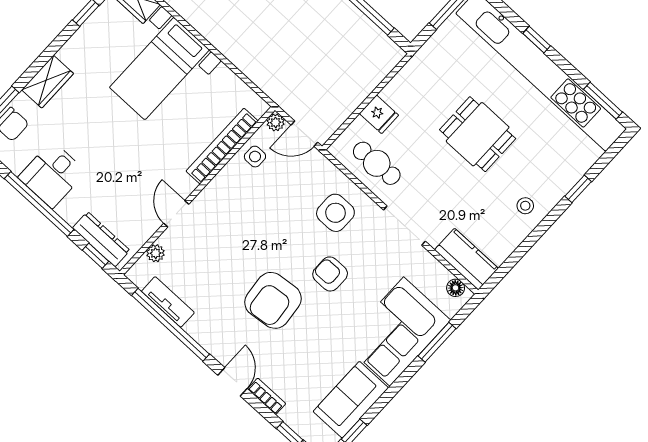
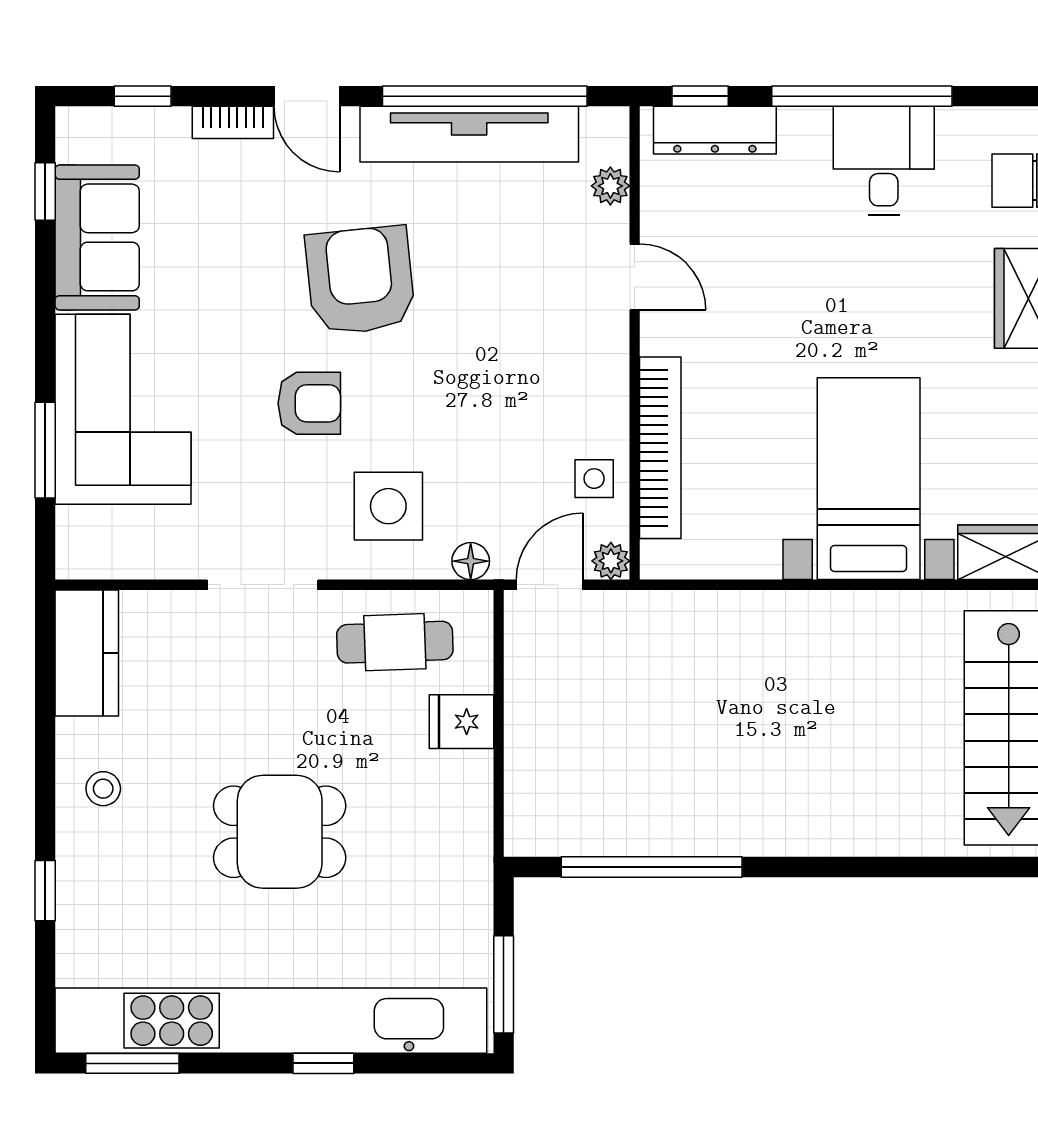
kitchen counter: (466, 259) -> (87, 653), moved, turned -90
floor lamp: (456, 288) -> (471, 561), moved
tv unit: (168, 302) -> (469, 134), width x1.92, depth x1.29

